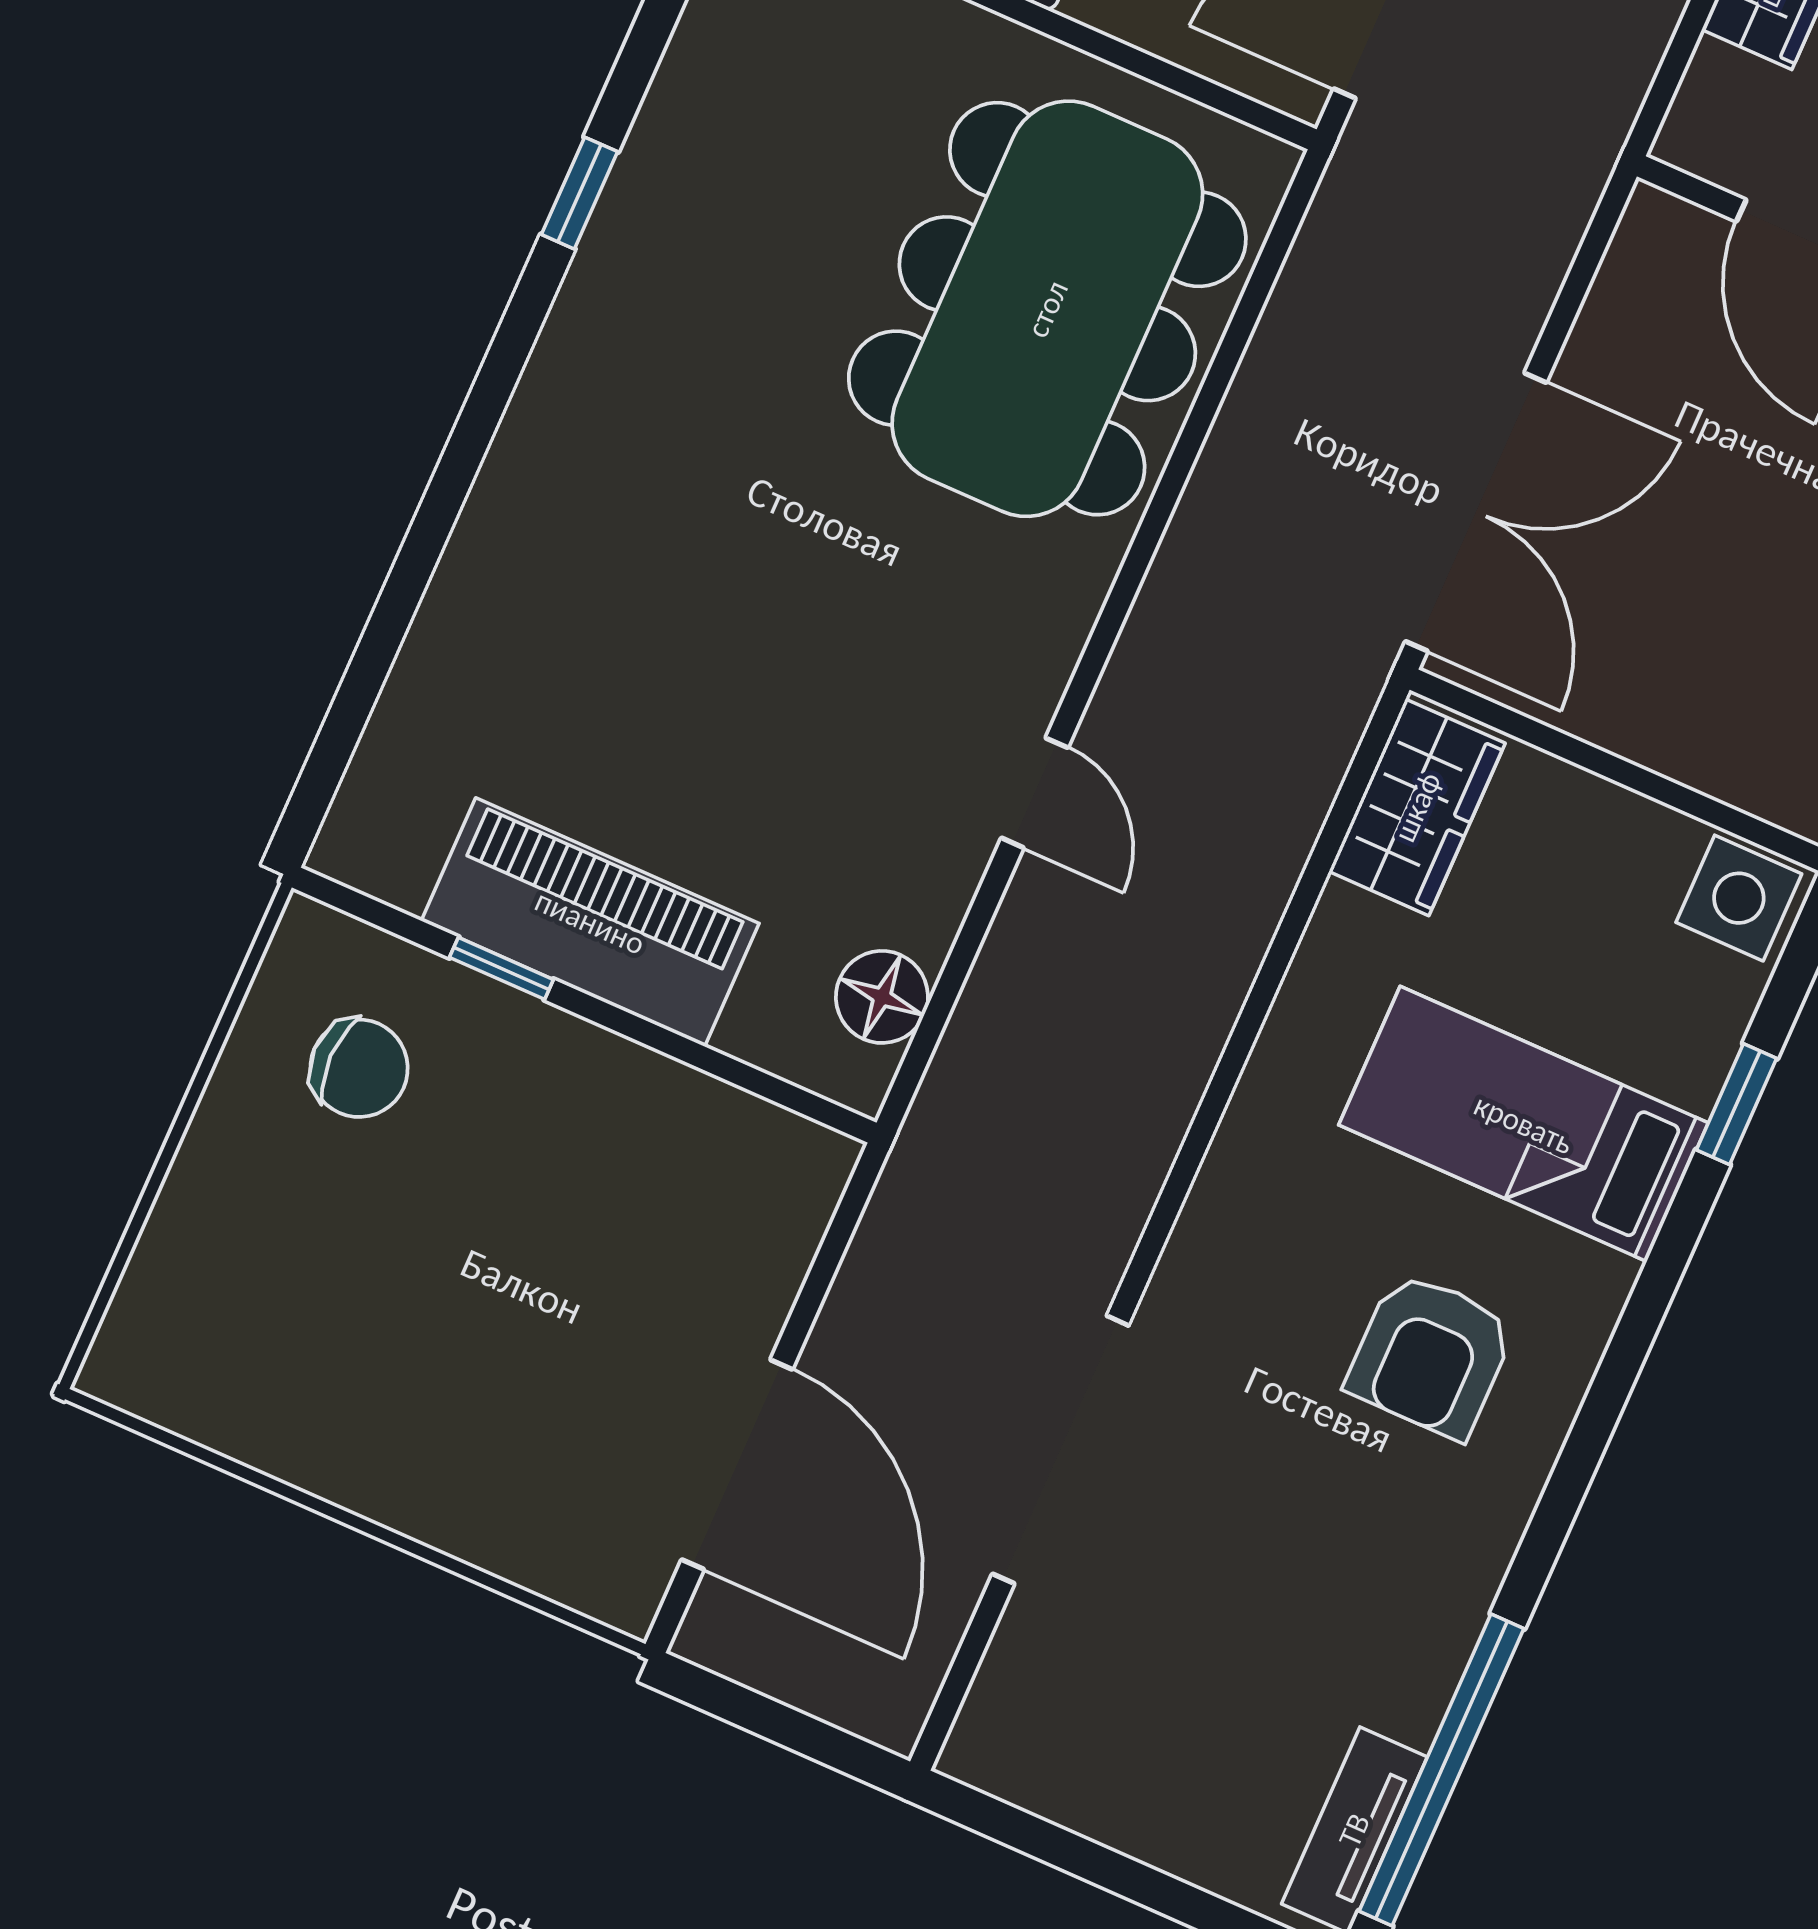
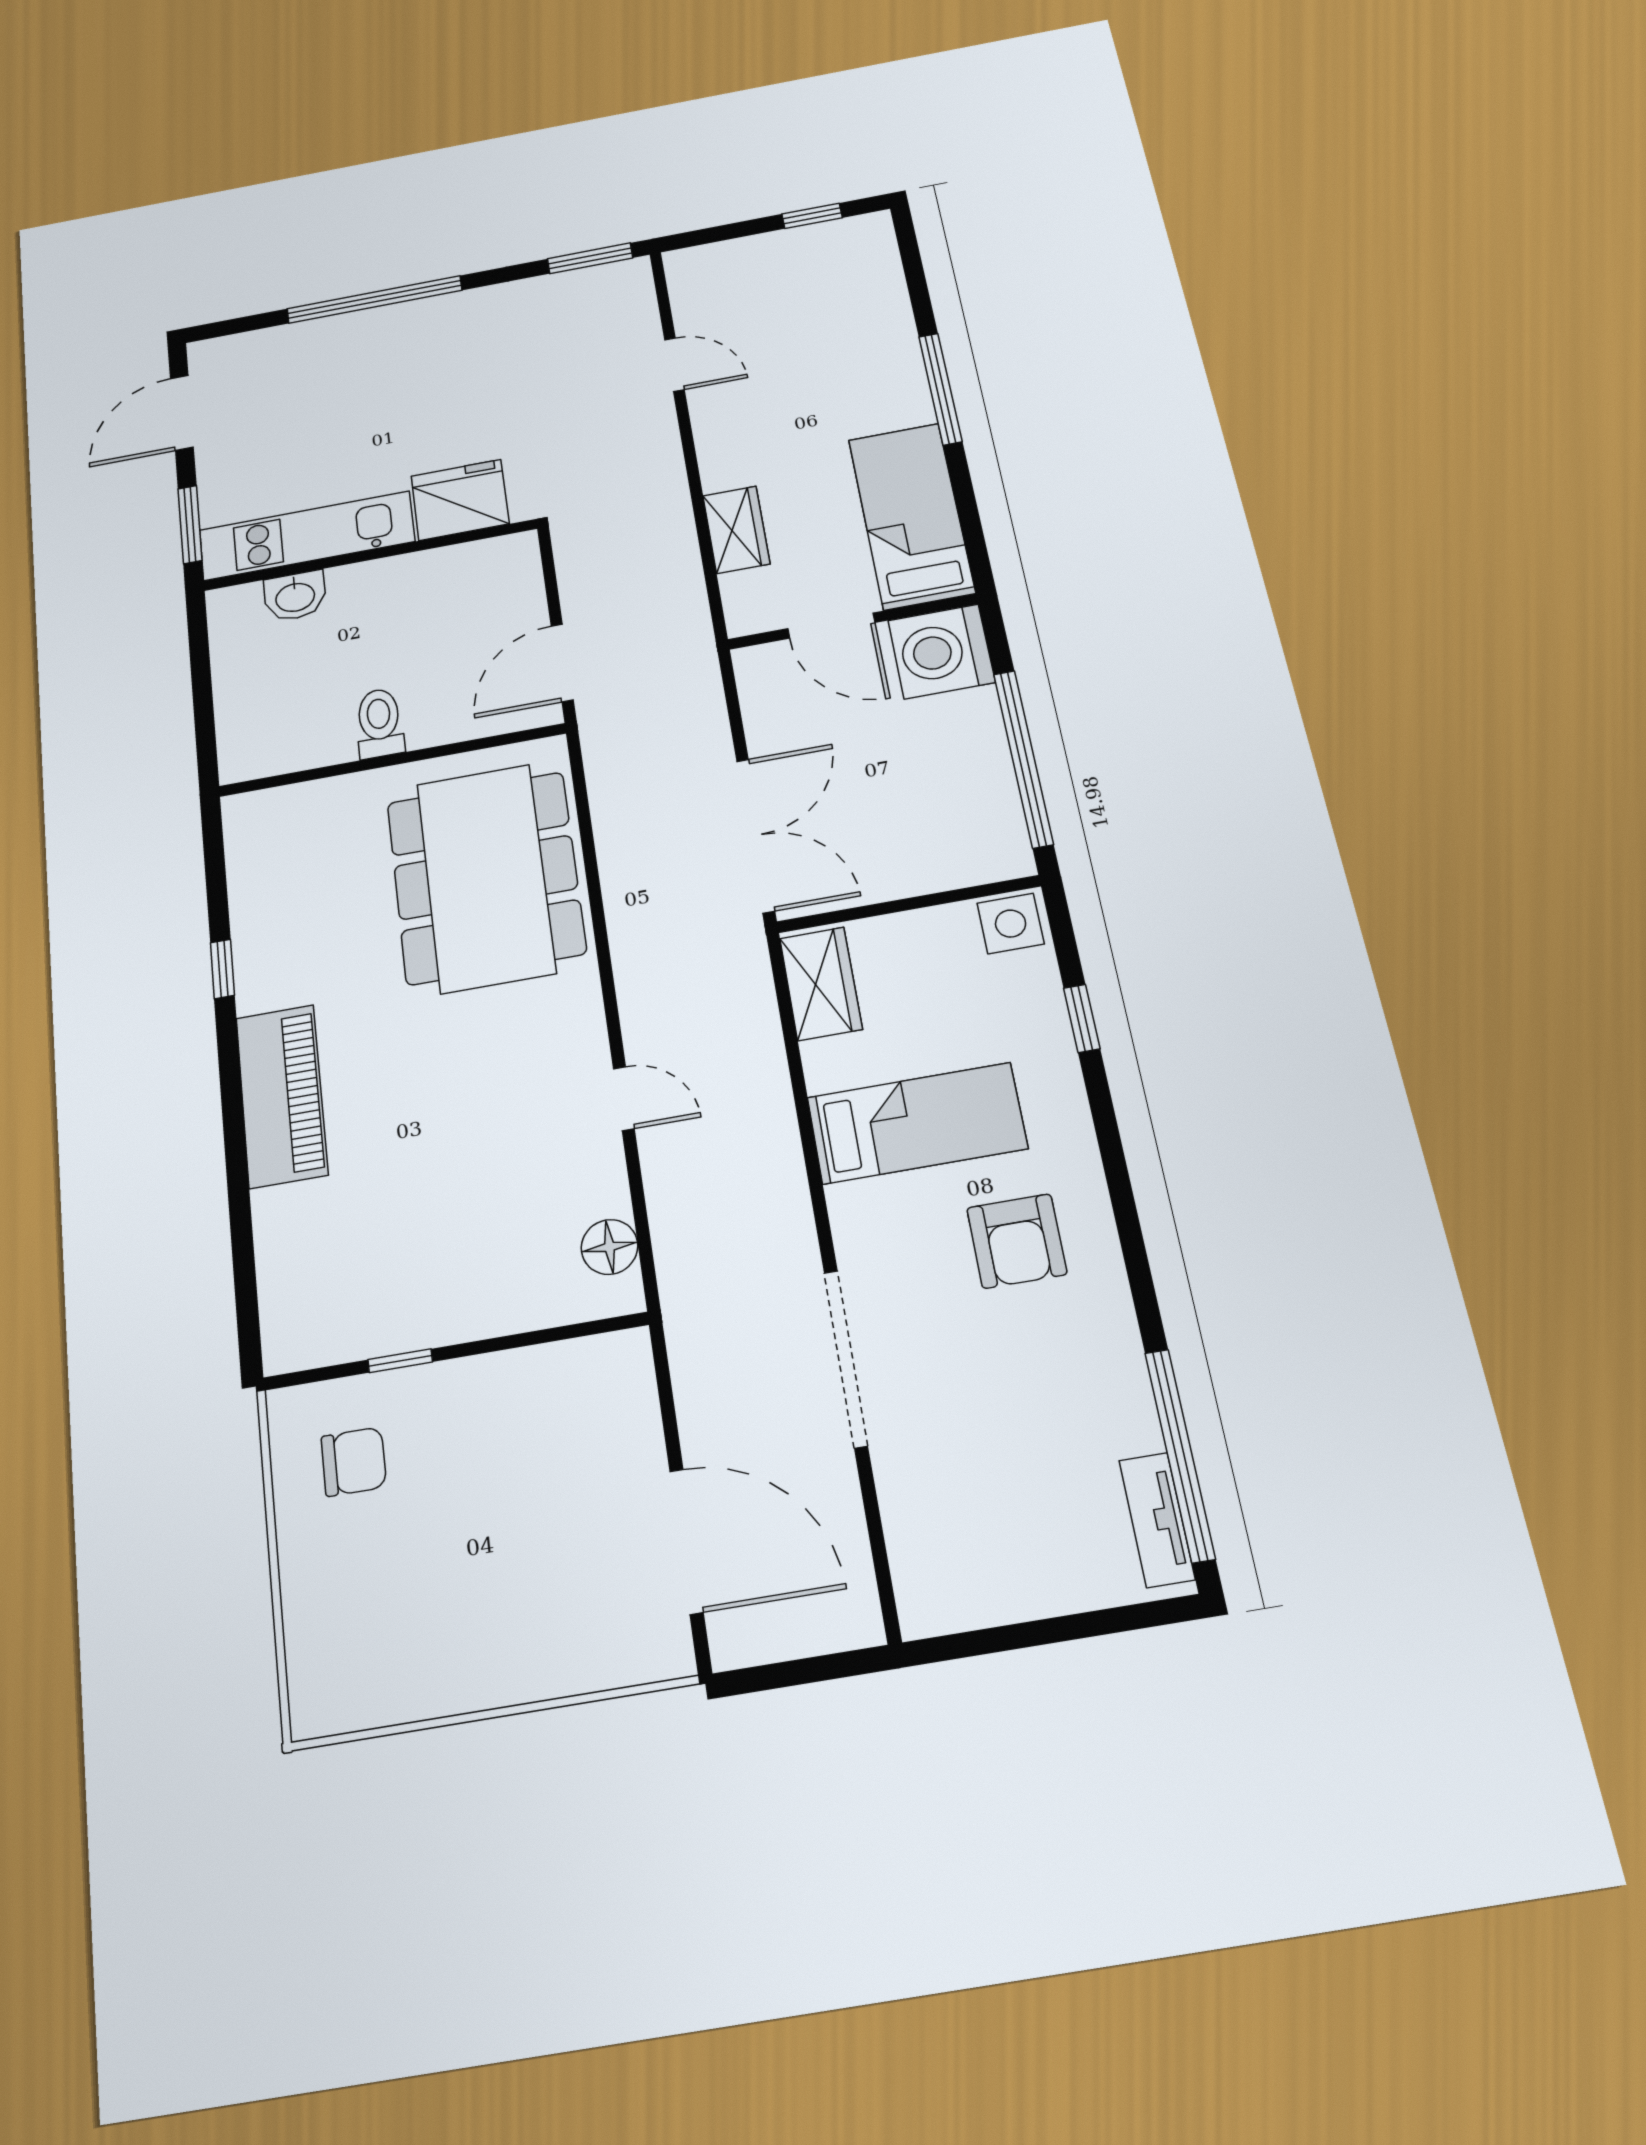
piano: (590, 922) -> (282, 1096), moved, turned 90
bed: (1524, 1124) -> (917, 1123), moved, turned 180
doorway: (1060, 1450) -> (846, 1358), moved

